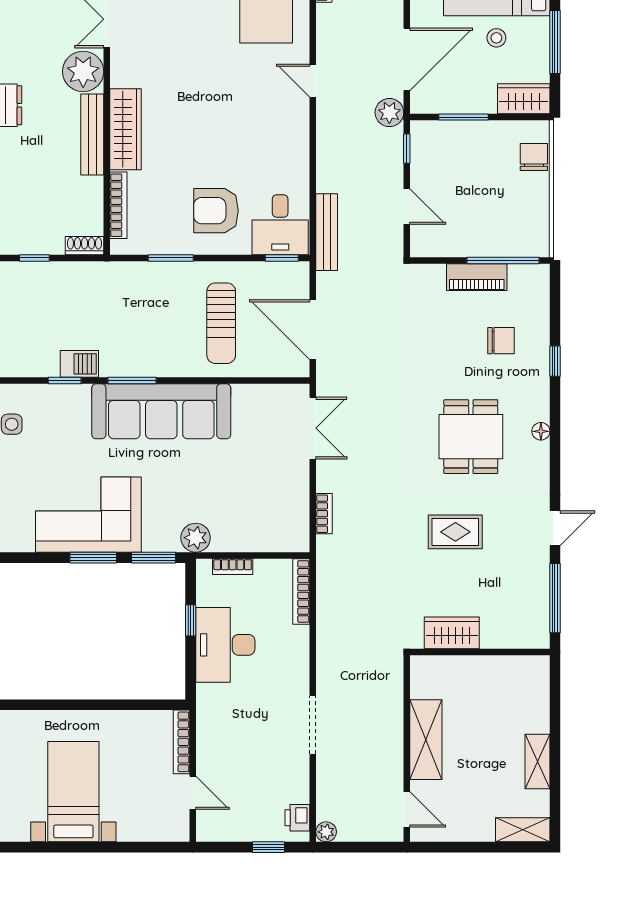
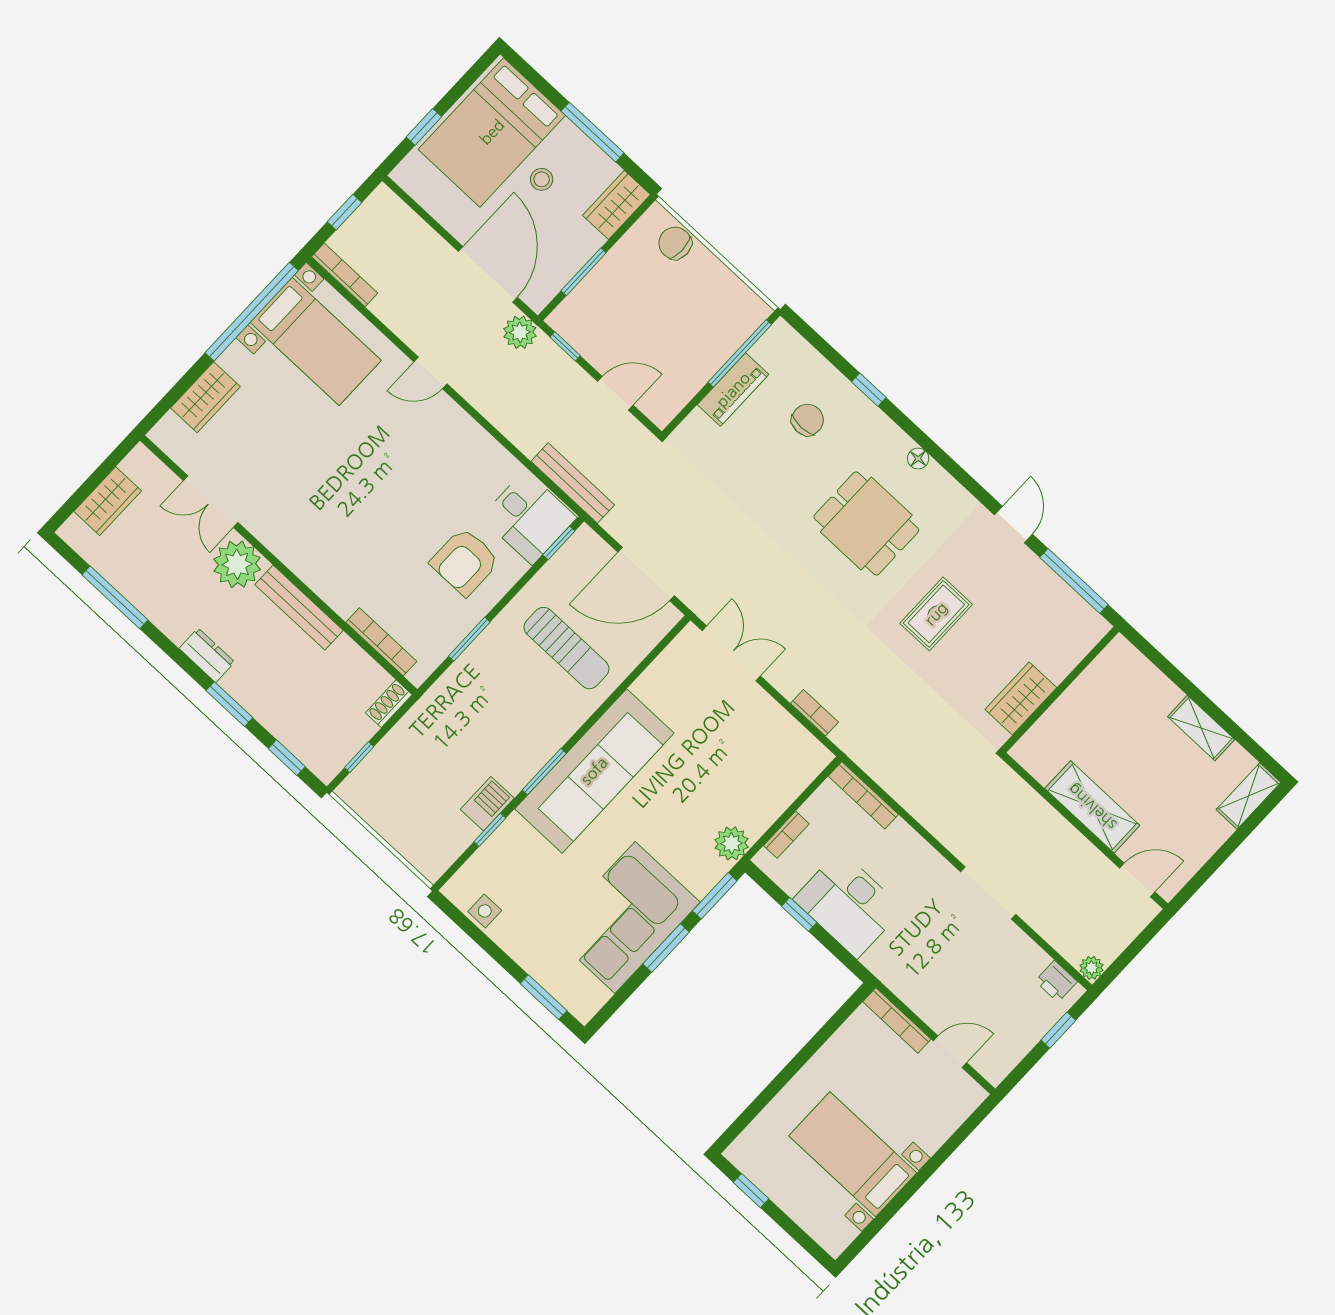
wardrobe: (125, 129) -> (321, 574), removed

